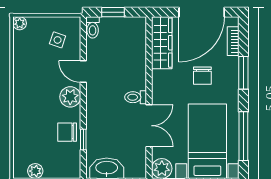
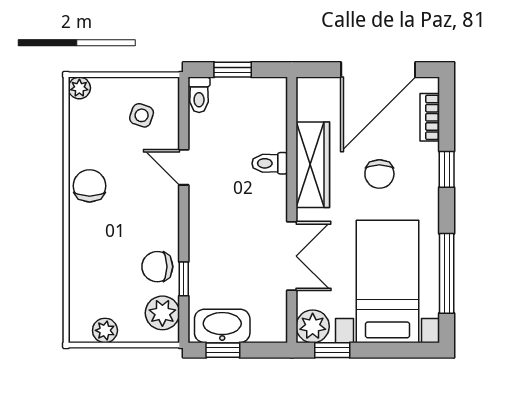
wardrobe: (162, 43) -> (313, 165), moved
window: (243, 73) -> (447, 169), width x0.67
chair: (26, 83) -> (90, 186), added
plant: (70, 97) -> (162, 313), moved
toilet: (136, 97) -> (270, 163), moved

